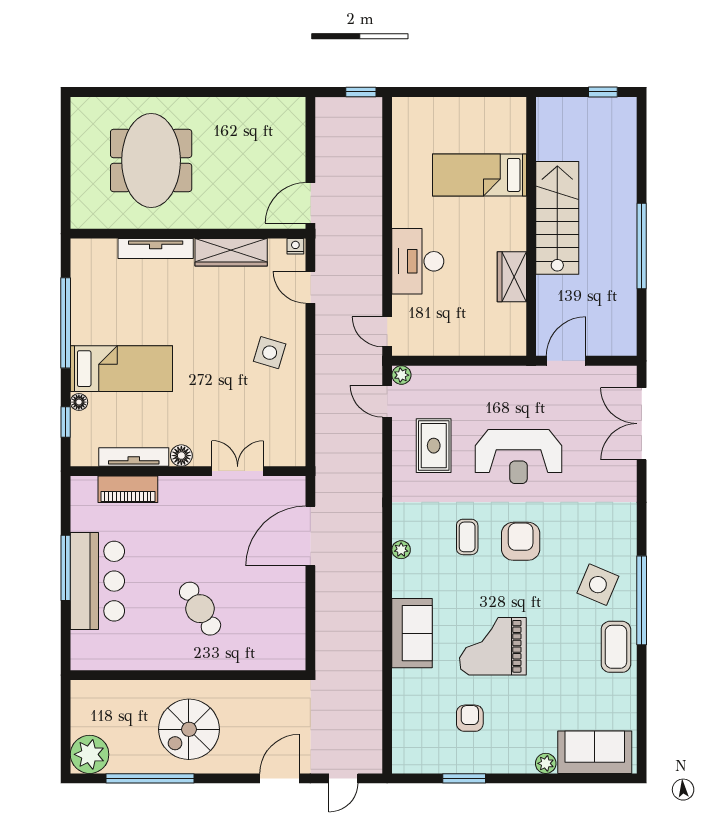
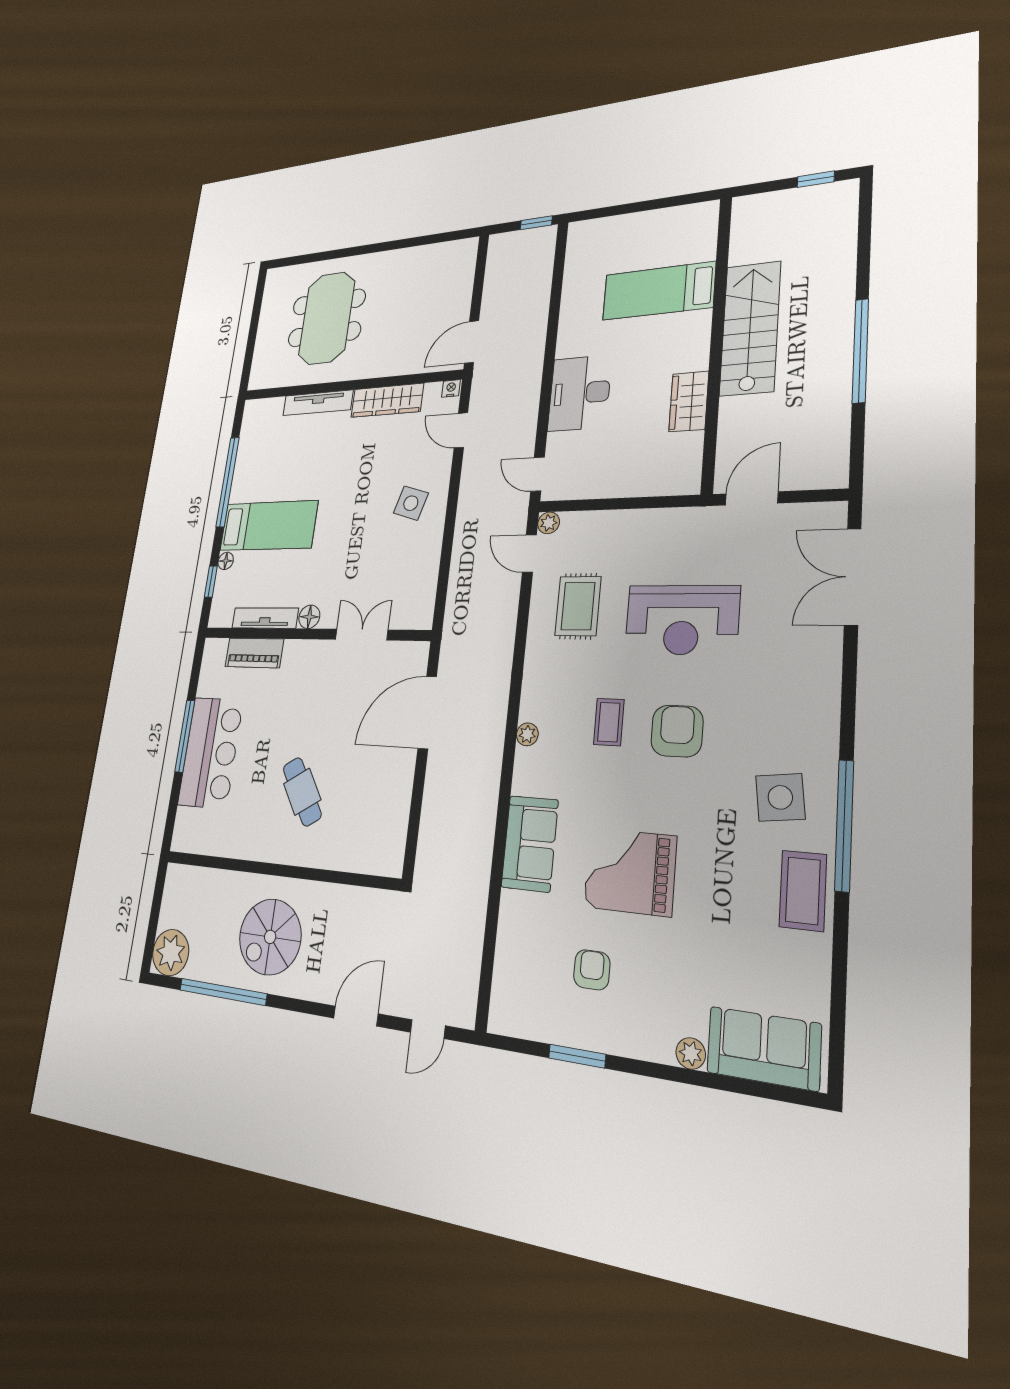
side table: (598, 585) -> (780, 797), turned -30

